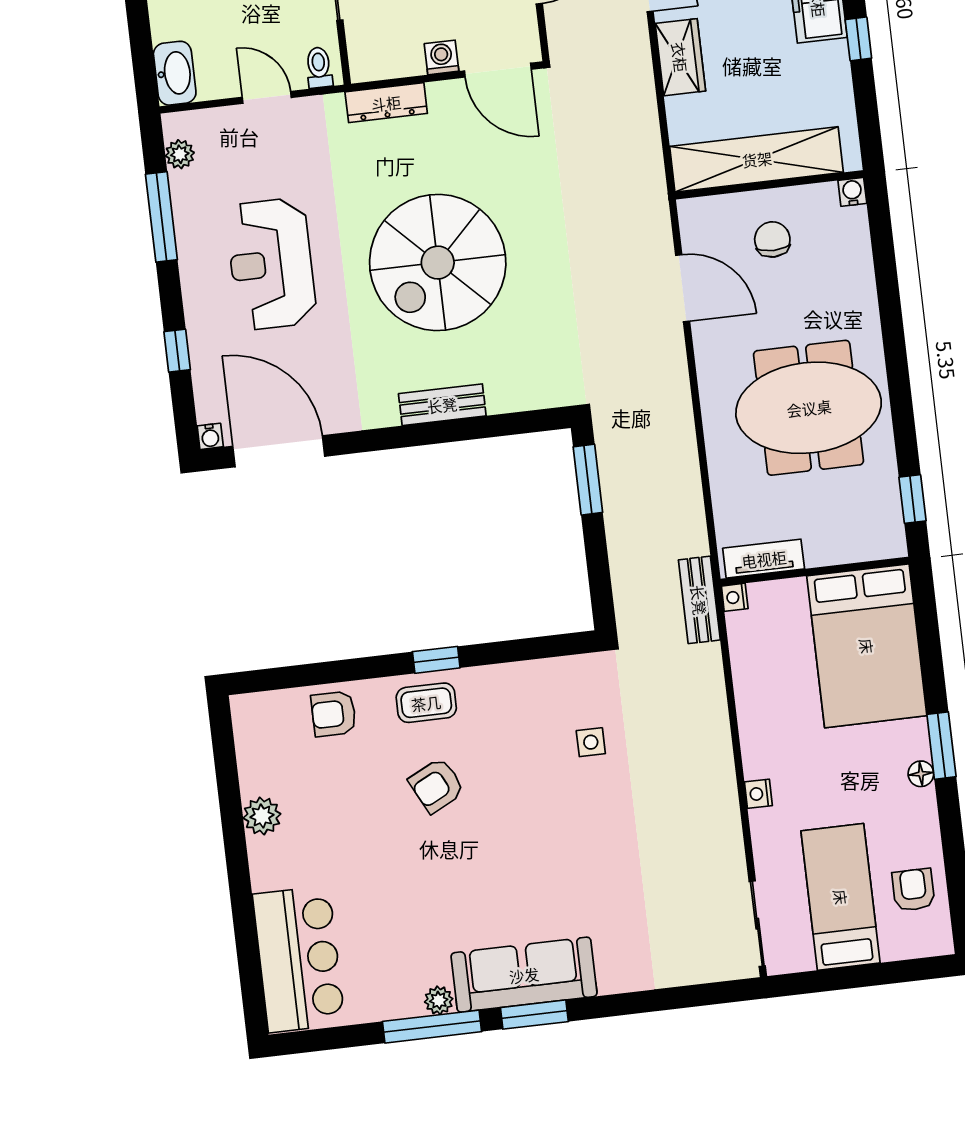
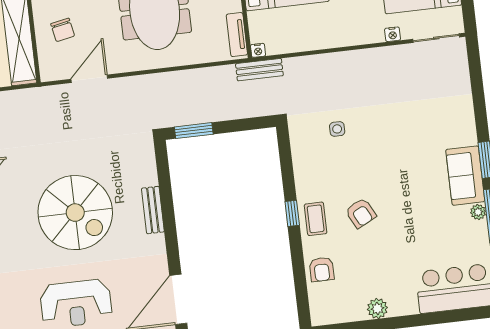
chair: (772, 239) -> (63, 30), turned -101
nightstand: (758, 794) -> (393, 34), moved
sofa: (524, 975) -> (465, 176), width x0.73

